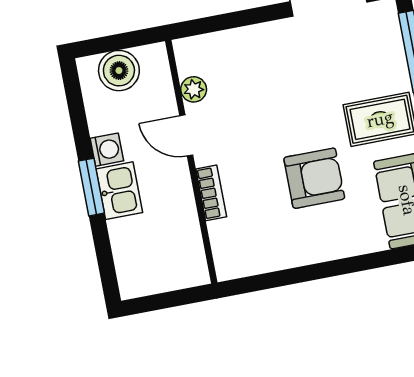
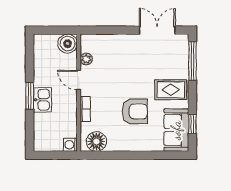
boiler: (119, 71) -> (68, 44), moved
washing machine: (107, 150) -> (70, 145), moved, turned 180
floor lamp: (247, 255) -> (96, 142), added

